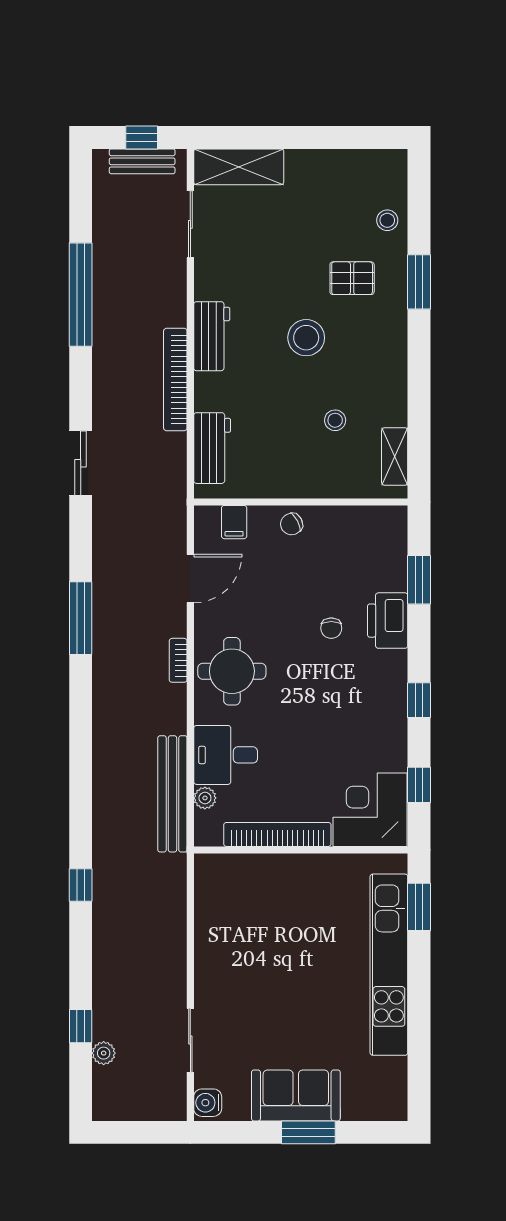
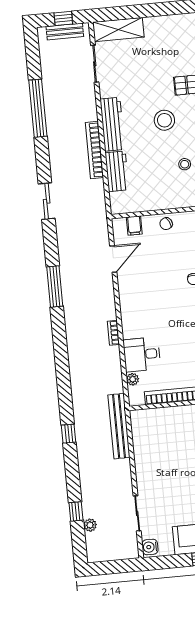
workbench: (212, 336) -> (112, 124), width x1.38
workbench: (212, 448) -> (117, 171), moved
bookcase: (178, 660) -> (113, 333), moved
round table: (232, 671) -> (141, 308), removed
bench: (172, 794) -> (119, 426), moved

